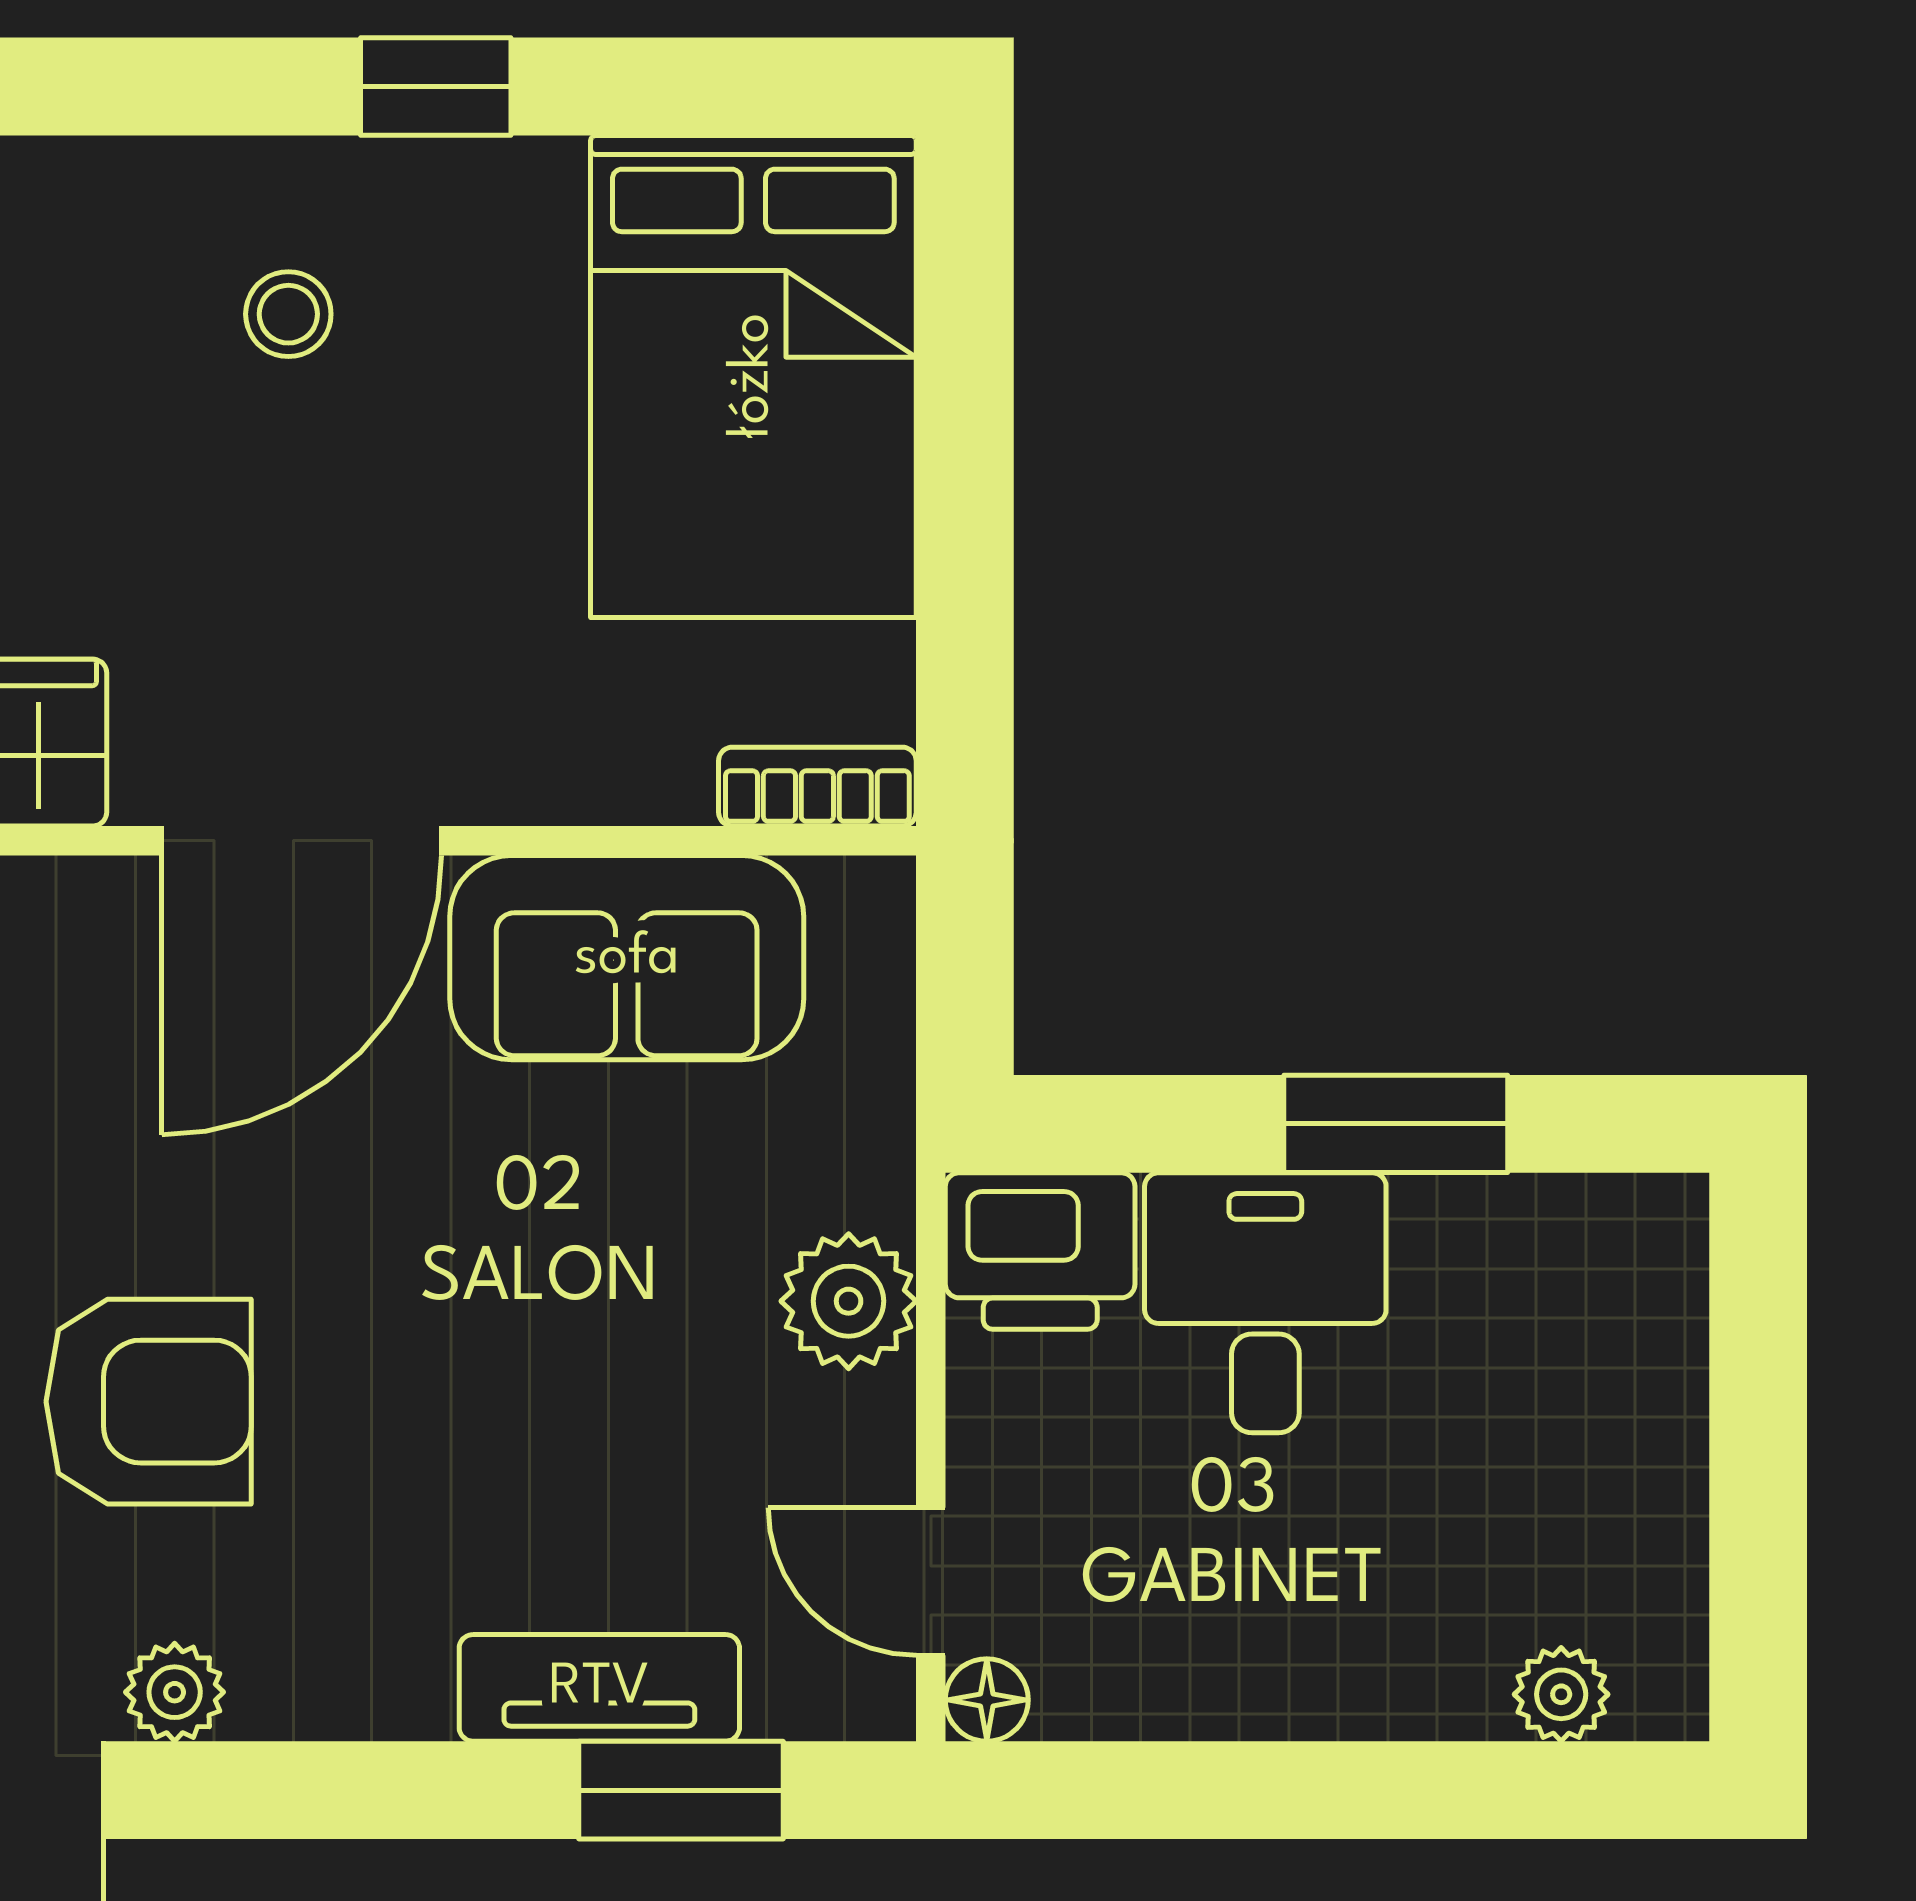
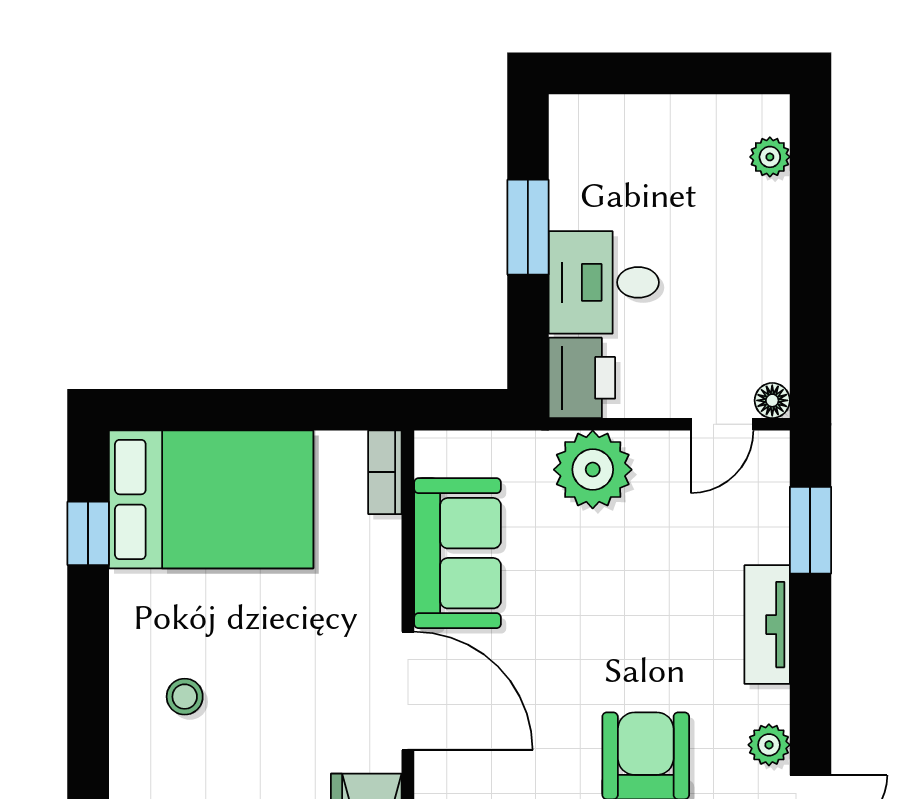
window: (436, 87) -> (88, 533), moved
plant: (849, 1301) -> (593, 470), width x1.36, depth x1.36
tv unit: (599, 1688) -> (767, 625), moved

